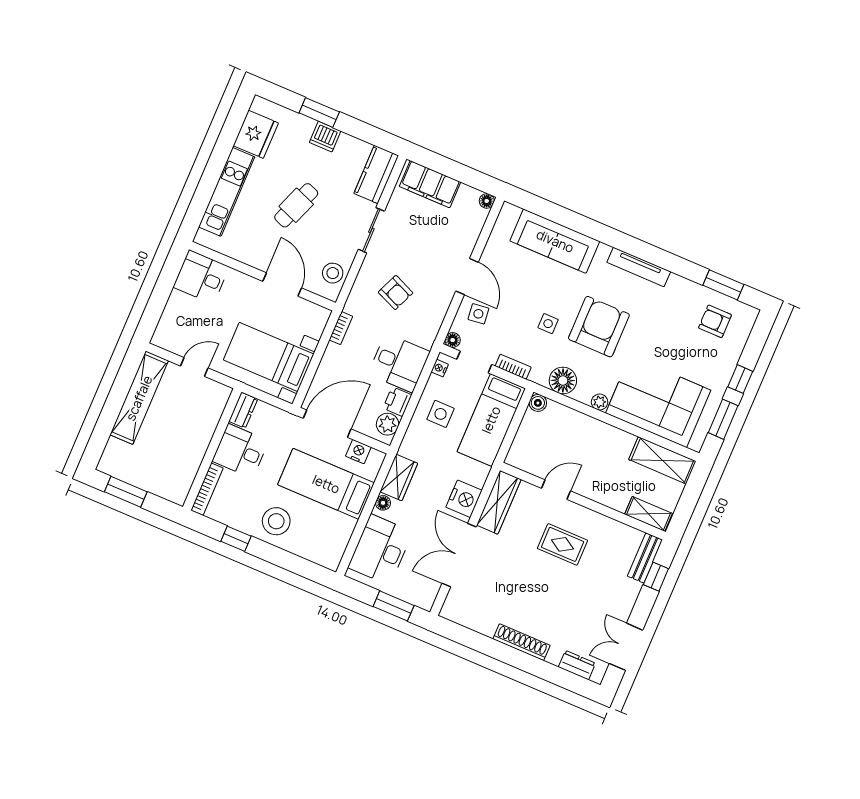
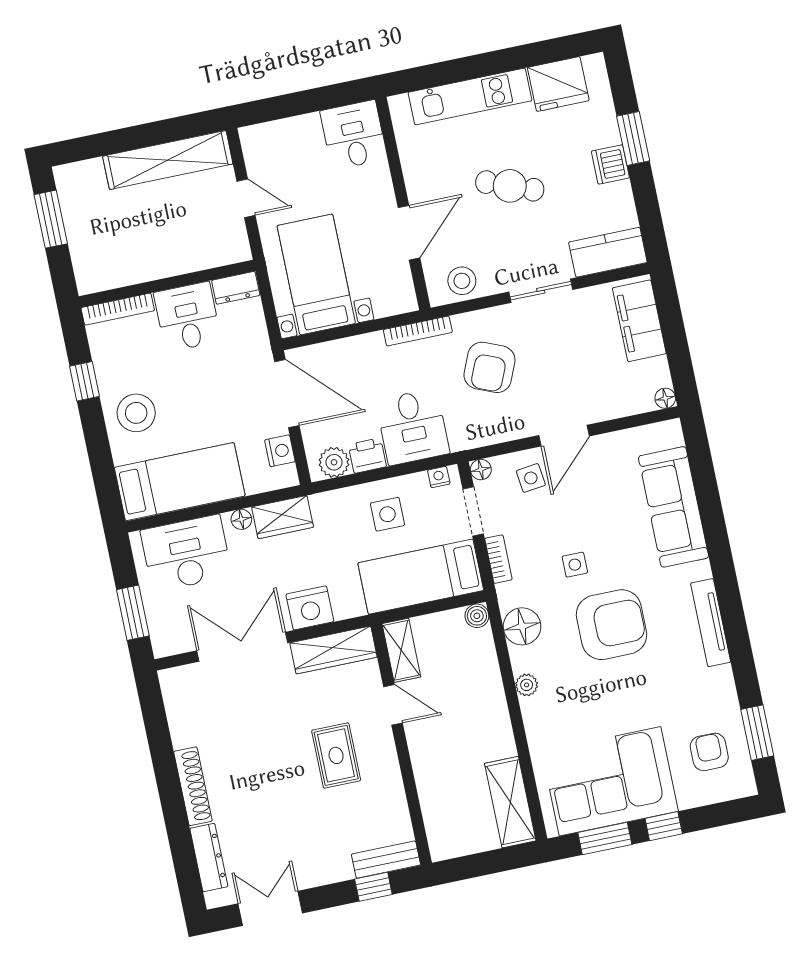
armchair: (396, 293) -> (489, 367), width x1.38, depth x1.38
bookcase: (341, 328) -> (418, 331), width x1.56
corner sofa: (658, 402) -> (610, 781), moved, turned -90
bed: (326, 484) -> (180, 482), moved, turned 90
shelving: (648, 514) -> (401, 650), moved
dresser: (577, 665) -> (209, 857), width x1.44

